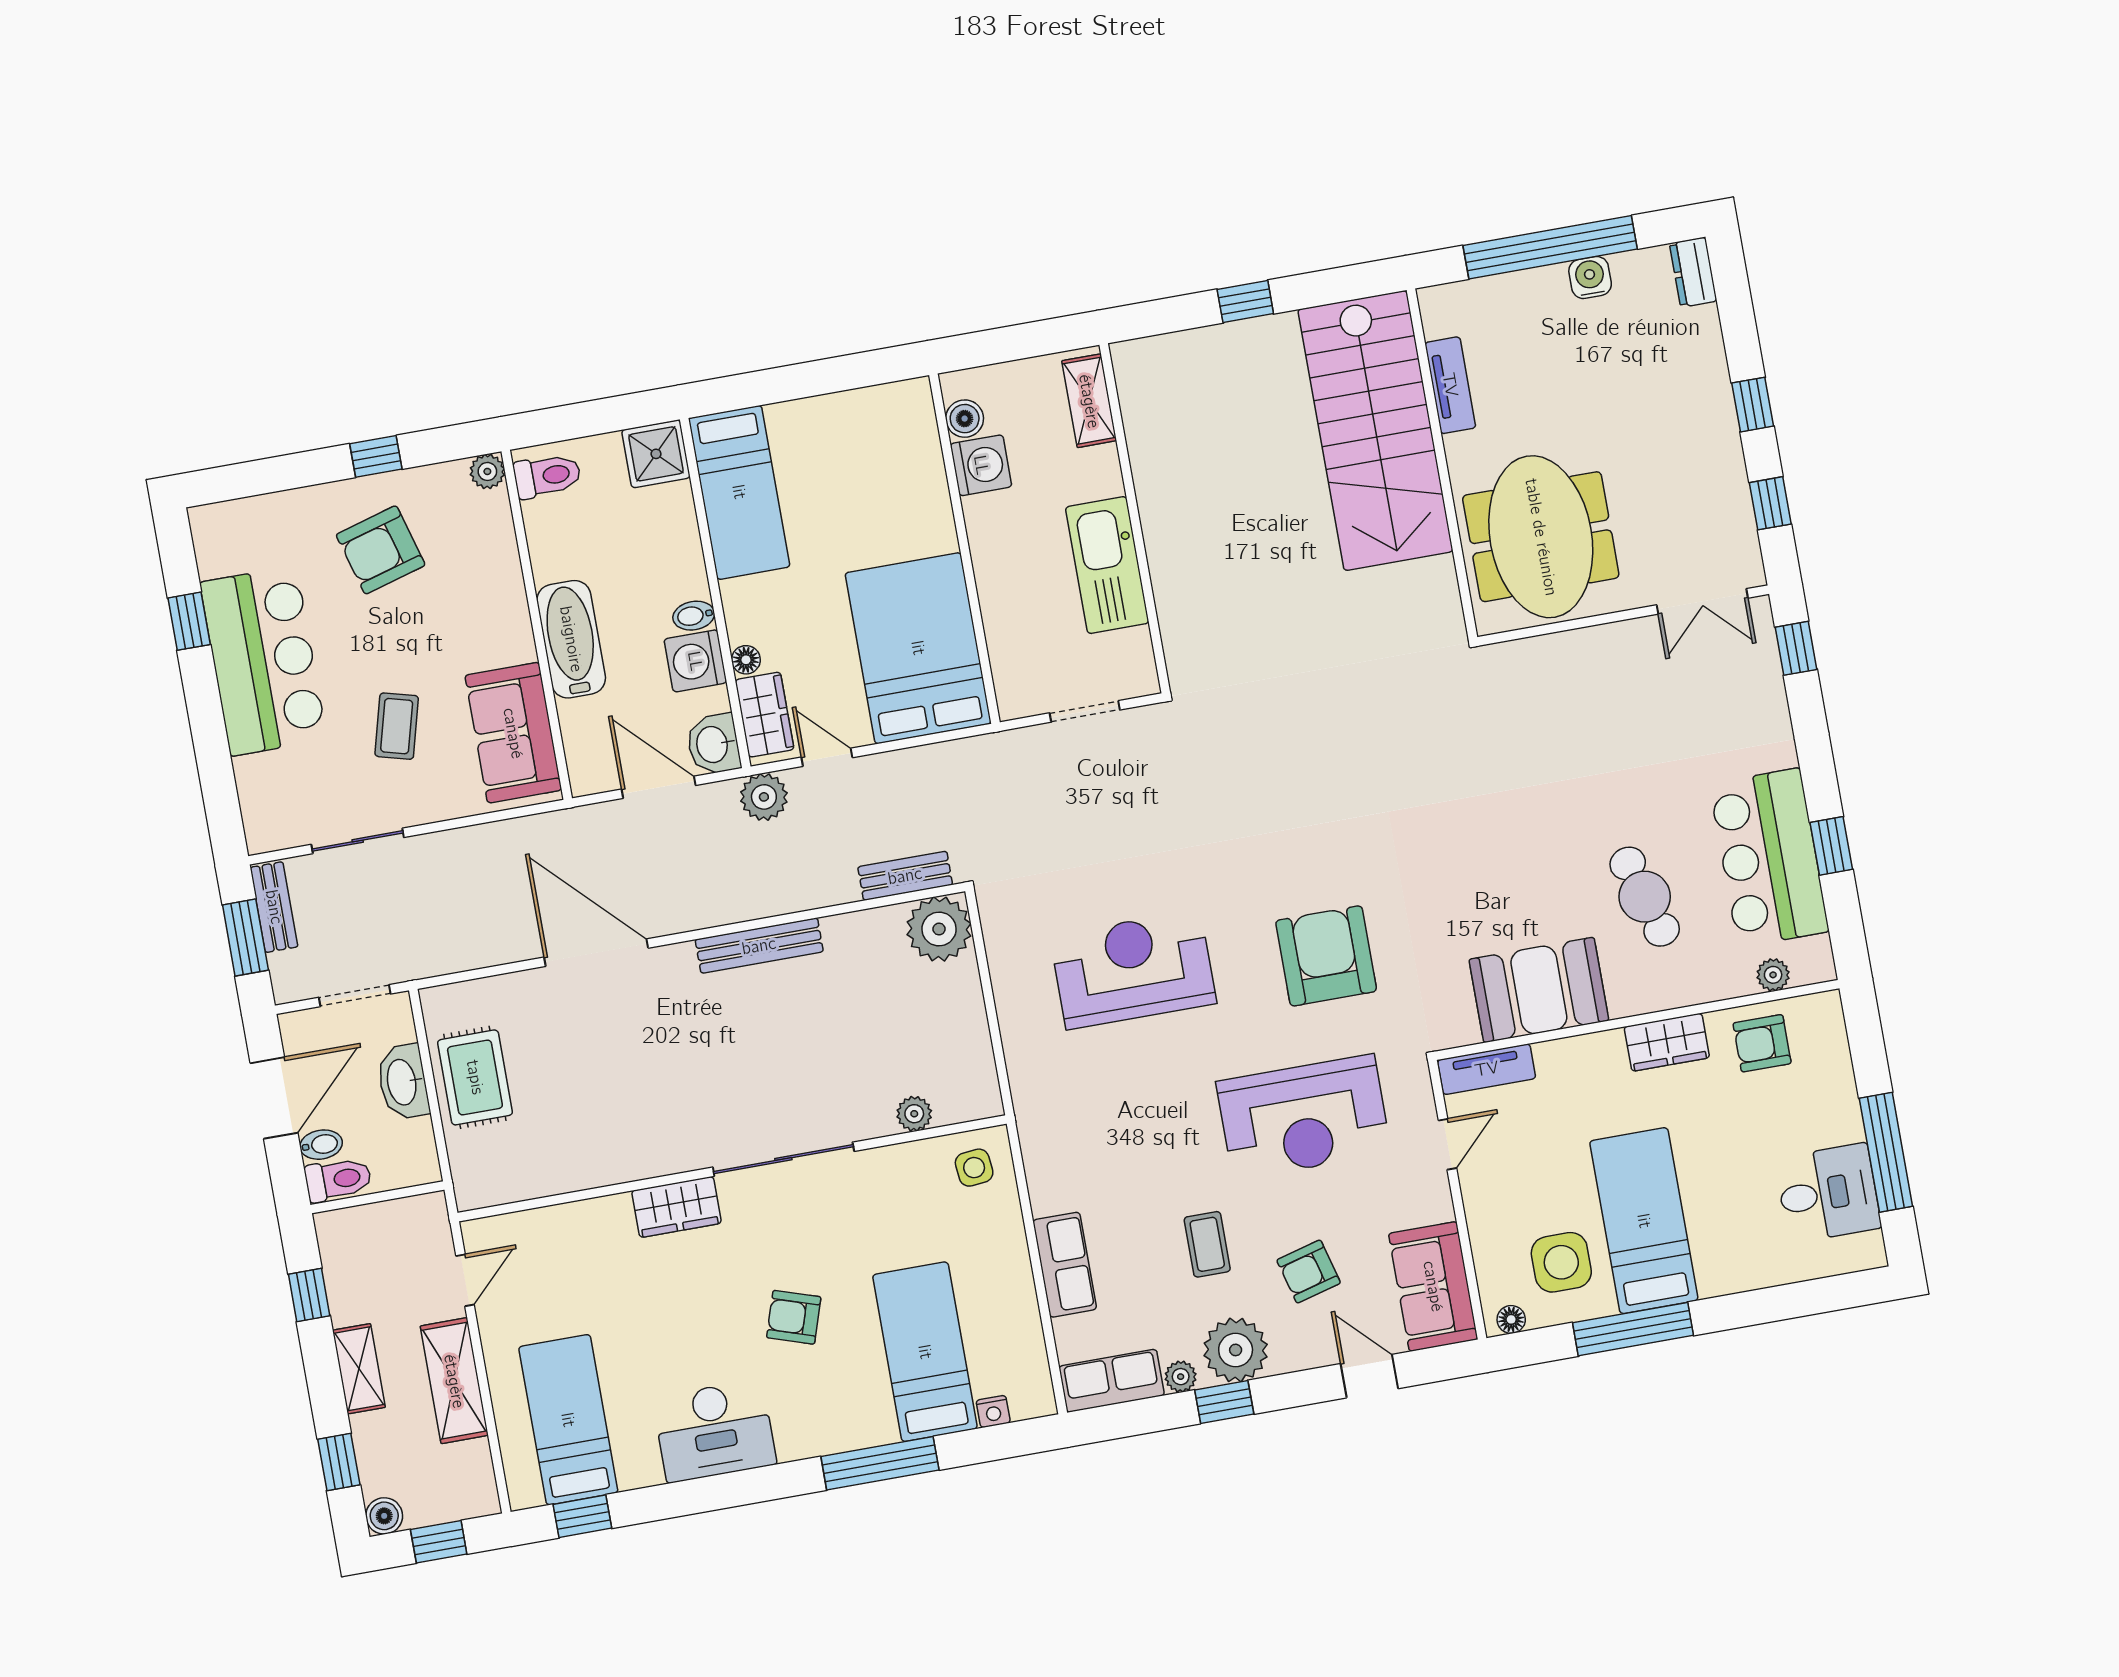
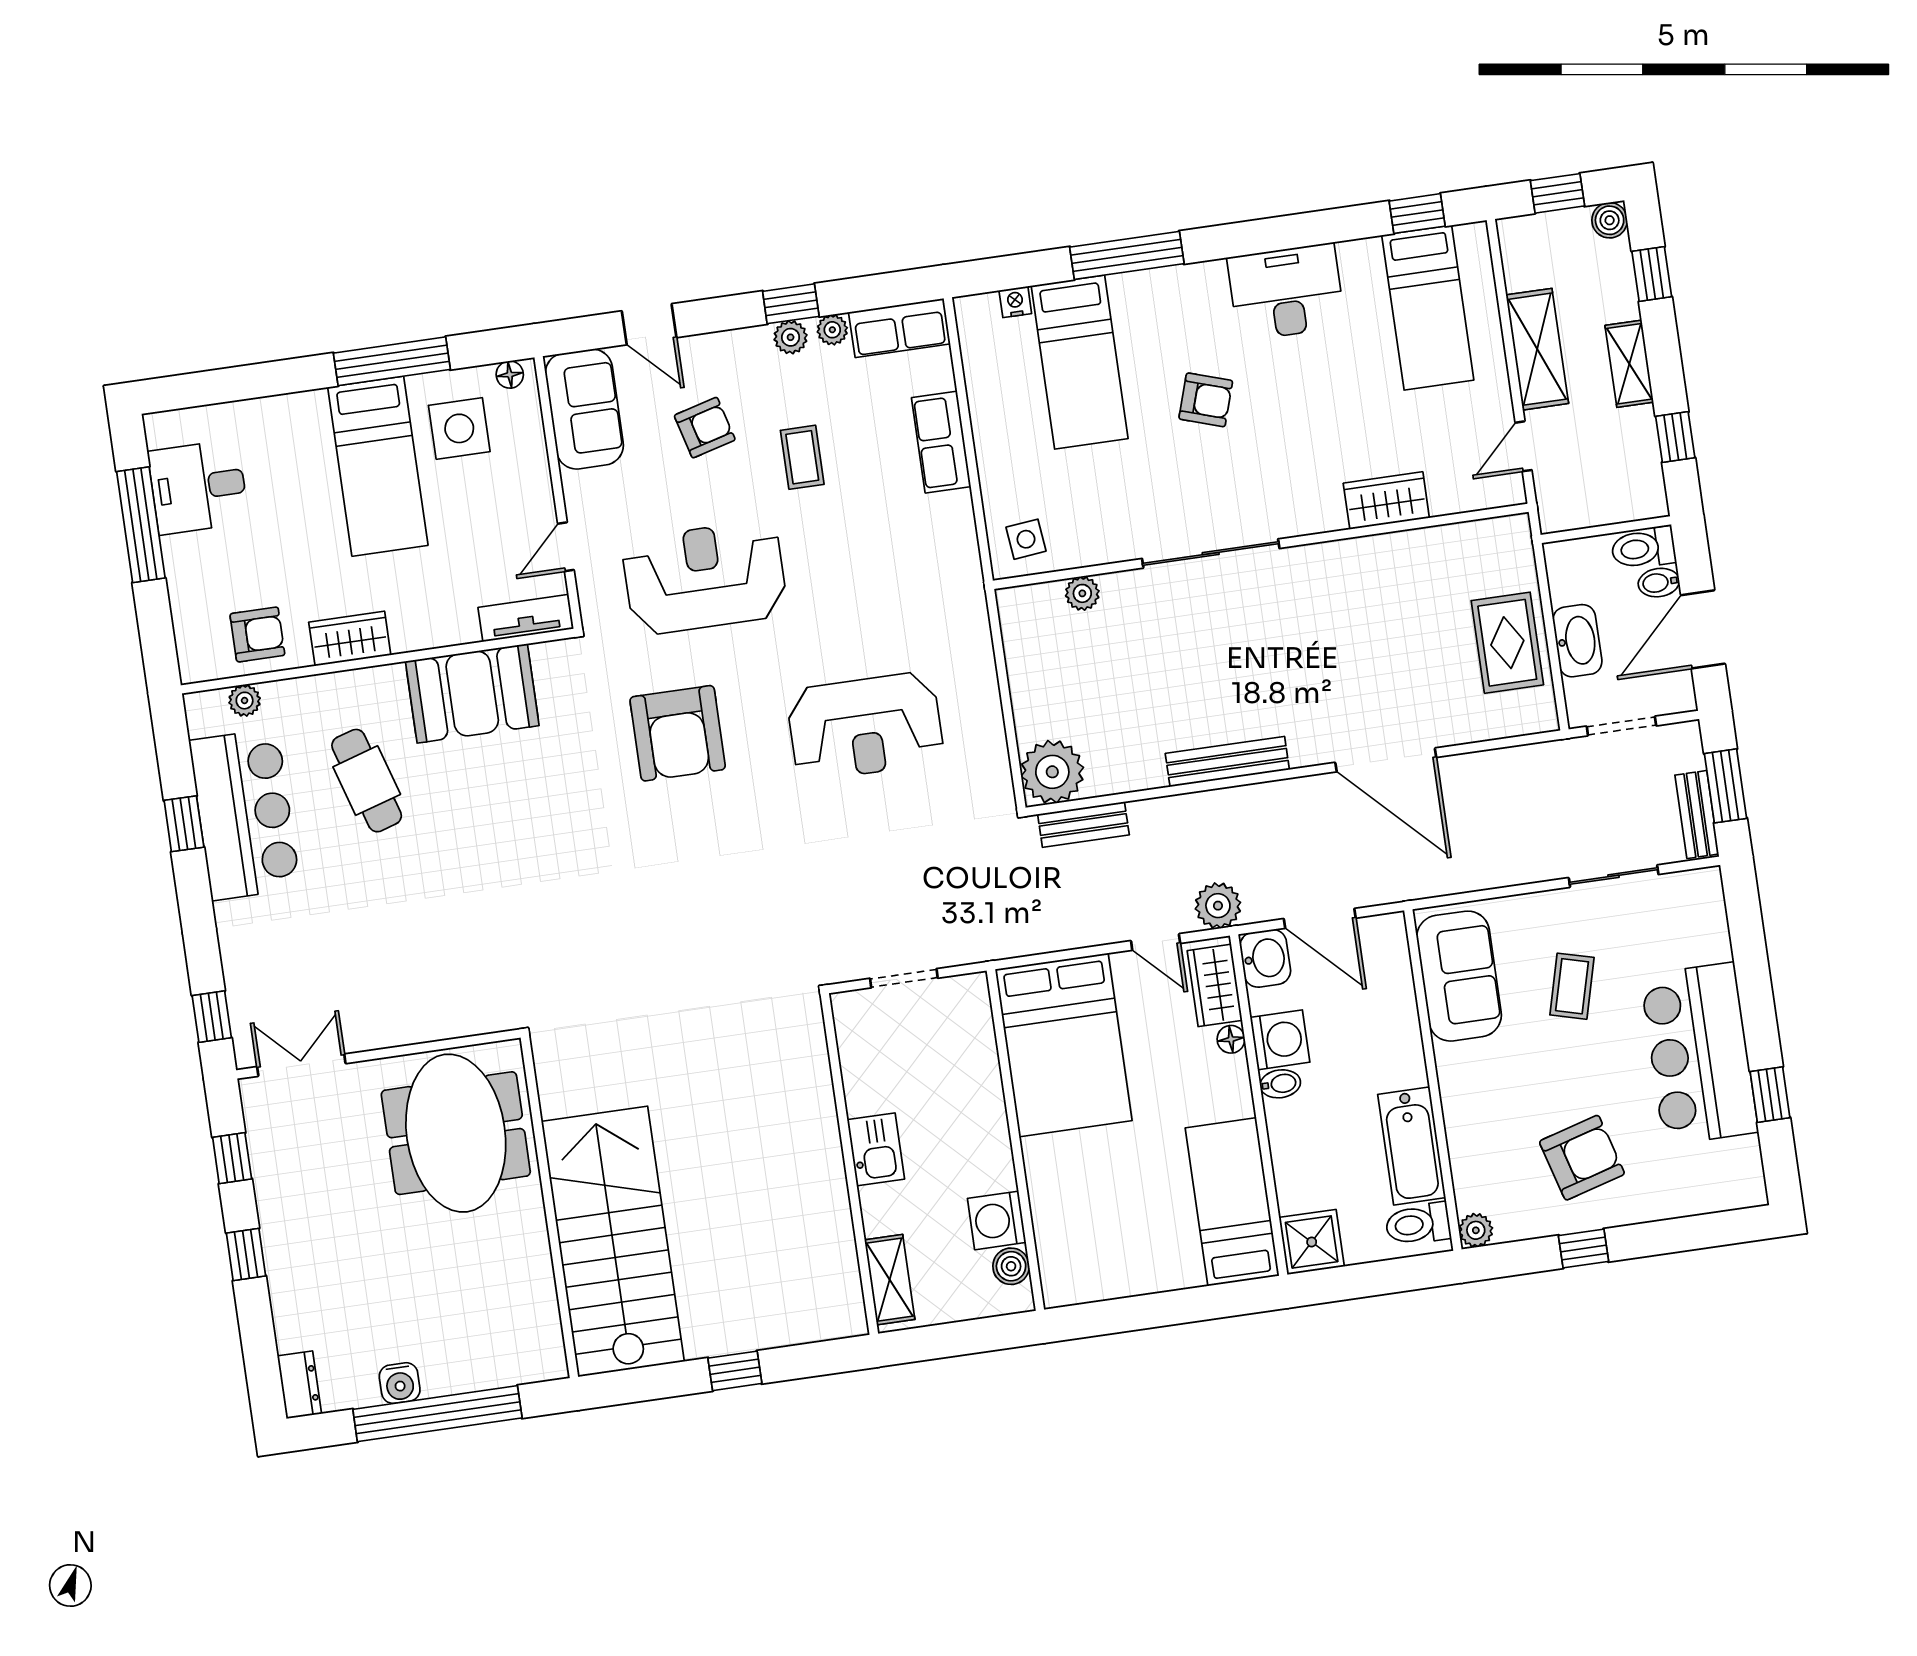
tv unit: (1450, 385) -> (539, 1283), removed
kitchen sink: (1107, 565) -> (876, 1149), width x0.53, depth x0.81
bathtub: (571, 639) -> (1412, 1146), moved
wardrobe: (677, 1207) -> (1386, 500), moved
plant: (1236, 1350) -> (791, 337), width x0.53, depth x0.53

